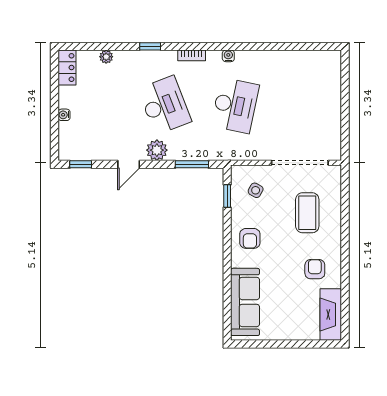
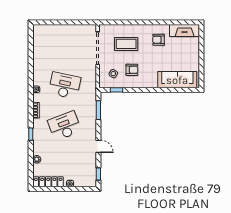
locker: (67, 68) -> (48, 182), width x1.53
plant: (157, 150) -> (90, 130), removed
armchair: (250, 238) -> (132, 70), moved

